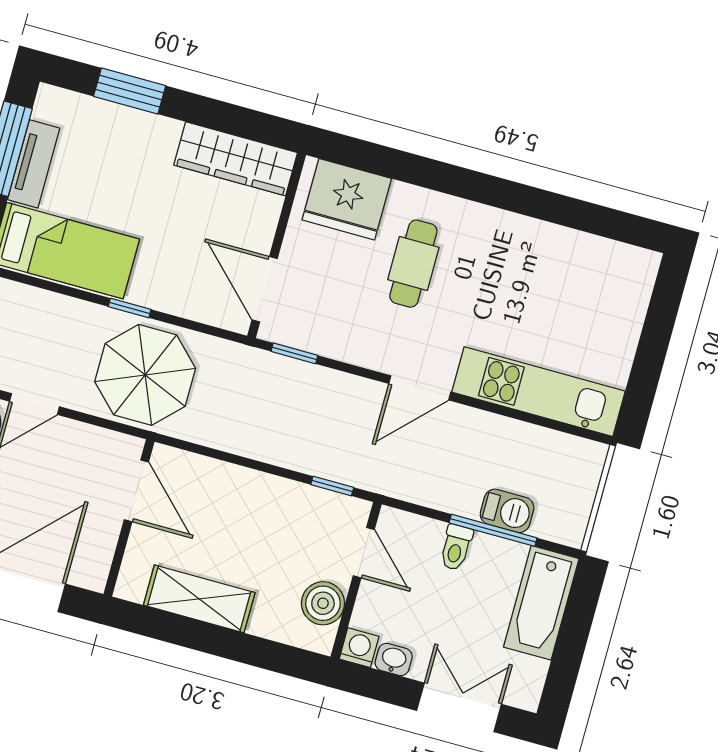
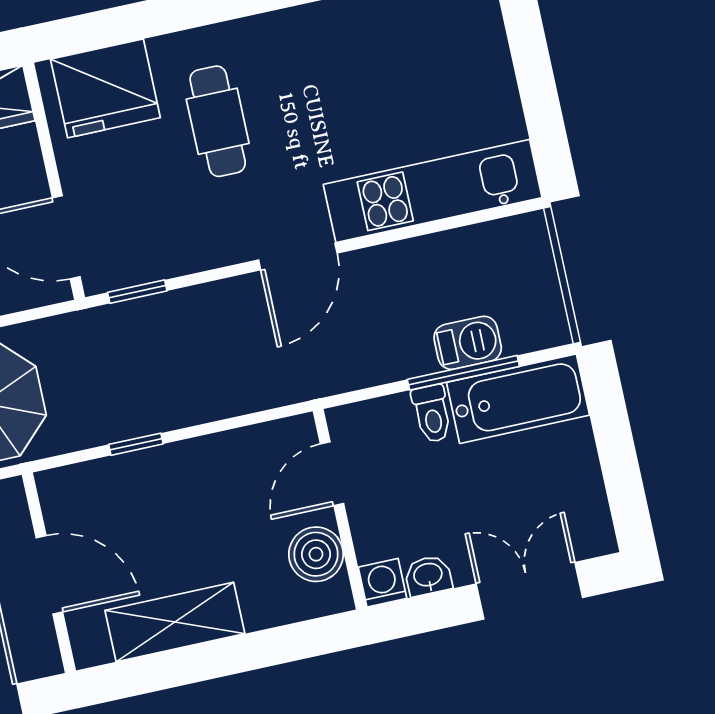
window: (332, 486) -> (136, 444), moved
door: (136, 491) -> (49, 575), moved
door: (364, 553) -> (332, 474), swing flipped
bathtub: (541, 603) -> (518, 399), moved, turned -90

